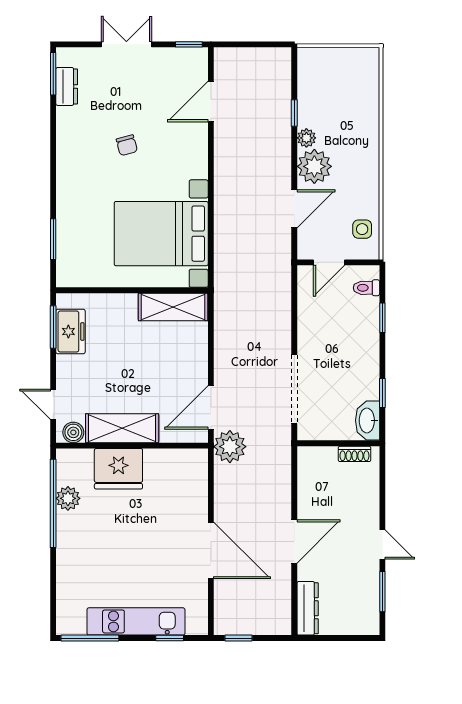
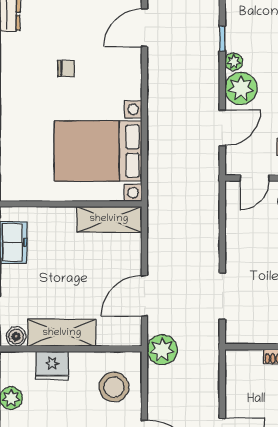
chair: (127, 145) -> (66, 69), turned -75
doorway: (294, 389) -> (222, 296), width x0.73
door: (211, 407) -> (144, 296), moved
fridge: (118, 469) -> (52, 366), width x0.73, depth x0.75
stool: (178, 486) -> (114, 387), added

